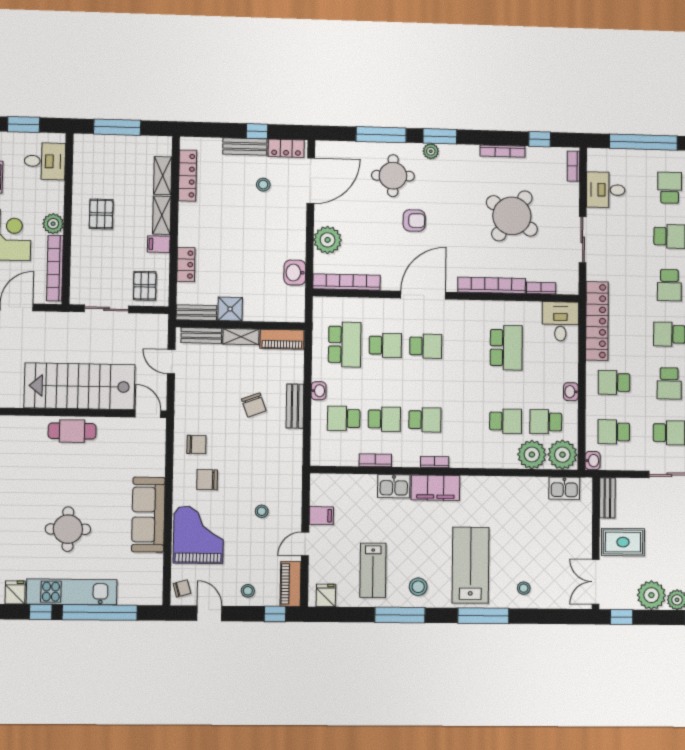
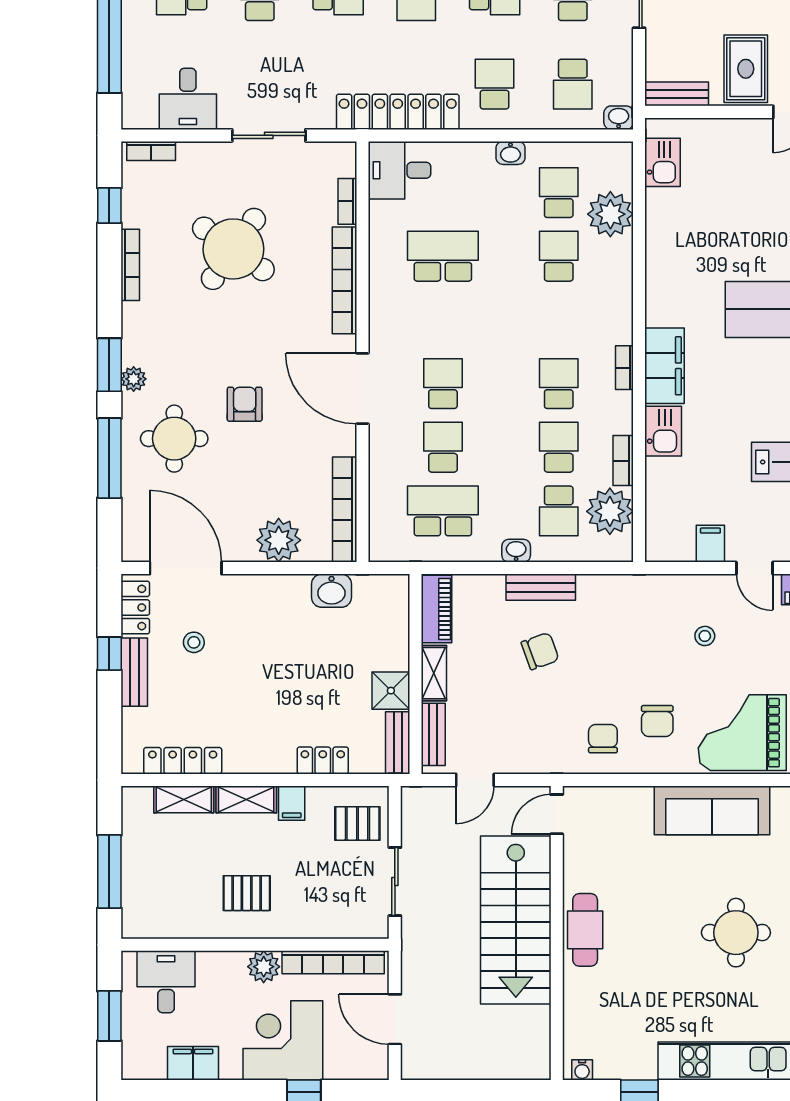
school desk: (614, 382) -> (495, 84), turned 180
school desk: (546, 422) -> (559, 193), turned 180
plant: (562, 455) -> (610, 511), moved

